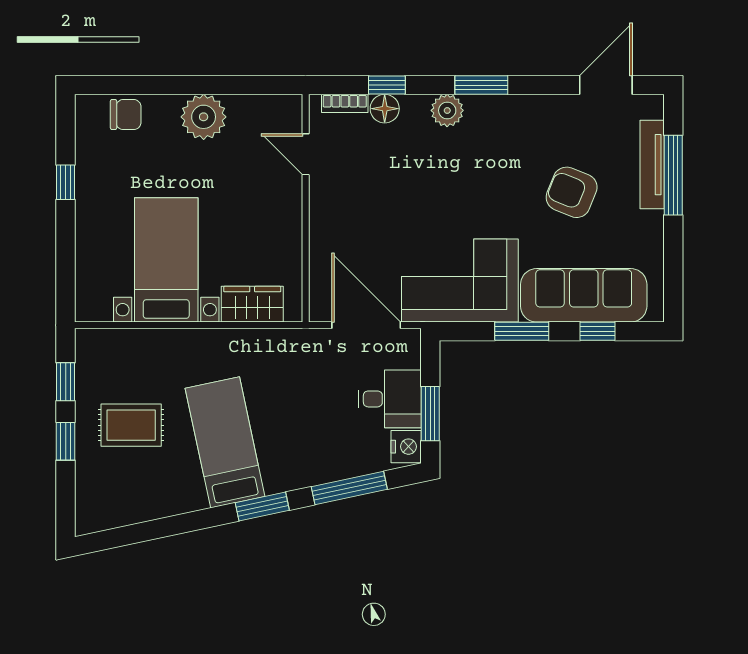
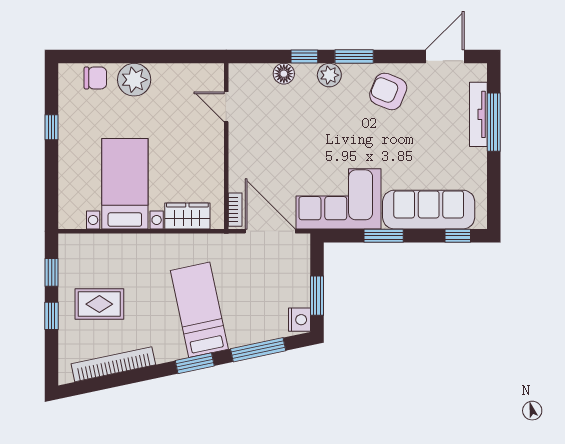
window: (387, 85) -> (304, 57), moved
bookcase: (345, 103) -> (235, 210), moved, turned -90
plant: (204, 117) -> (134, 80), moved
armchair: (572, 192) -> (388, 91), moved
window: (597, 331) -> (458, 236), moved
desk: (390, 399) -> (287, 285), removed
bed: (225, 442) -> (199, 310), moved
bookcase: (150, 508) -> (113, 364), added

